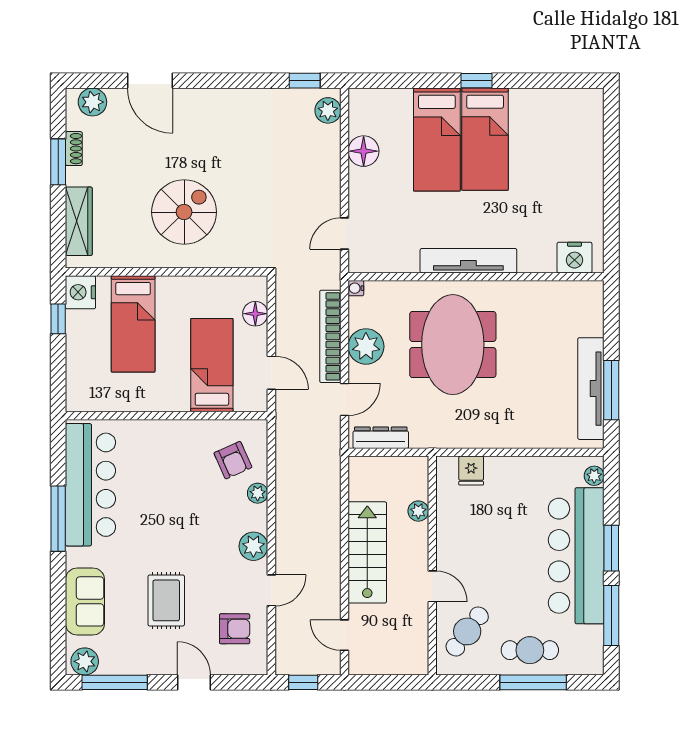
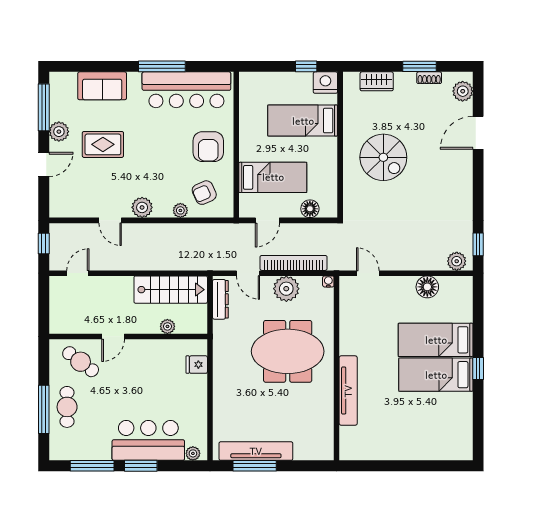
wardrobe: (79, 221) -> (377, 81), width x0.67
nightstand: (575, 258) -> (350, 439), removed
tv unit: (468, 261) -> (348, 391), moved
stairs: (367, 552) -> (171, 290), moved
bar counter: (576, 556) -> (148, 440), width x0.73
armchair: (235, 629) -> (208, 147), moved, width x1.38, depth x1.38
plant: (85, 661) -> (59, 132), moved

